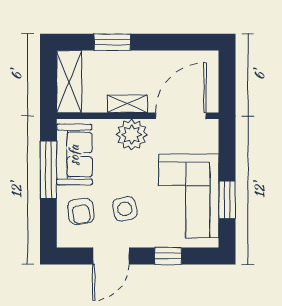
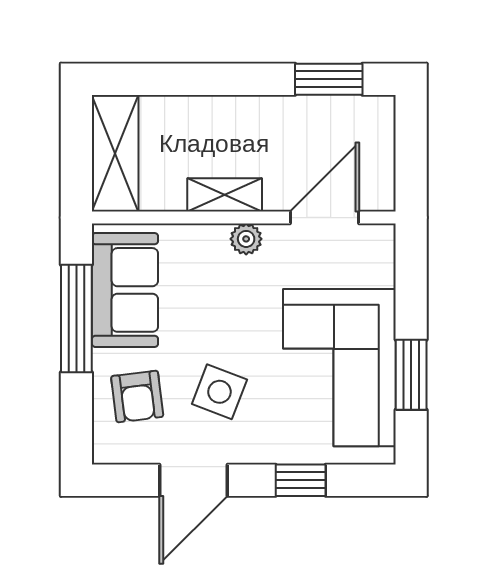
window: (112, 42) -> (329, 79), moved
door: (181, 116) -> (324, 217), width x0.73
plant: (132, 135) -> (246, 239), width x0.53, depth x0.53
side table: (125, 209) -> (219, 392), turned 33

